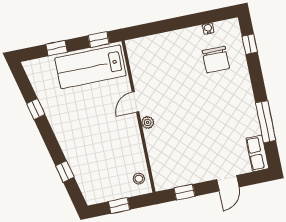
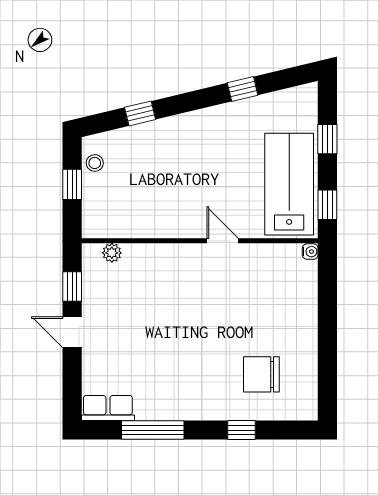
water cooler: (208, 29) -> (310, 252), moved
window: (250, 44) -> (242, 430), moved
plant: (148, 122) -> (112, 253), moved
stool: (139, 179) -> (95, 163), moved
door: (228, 183) -> (72, 332), moved

